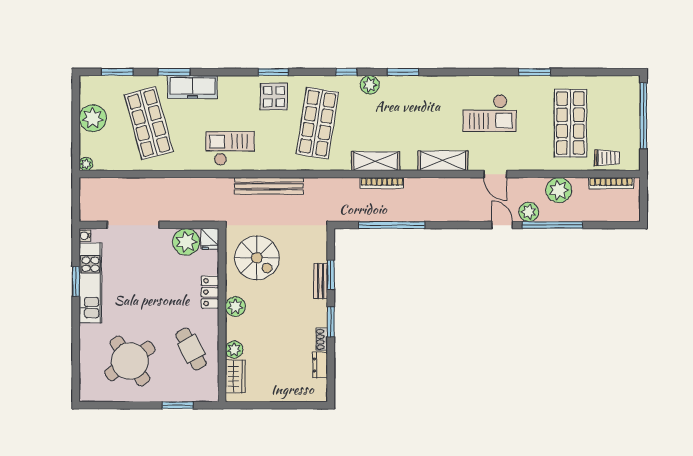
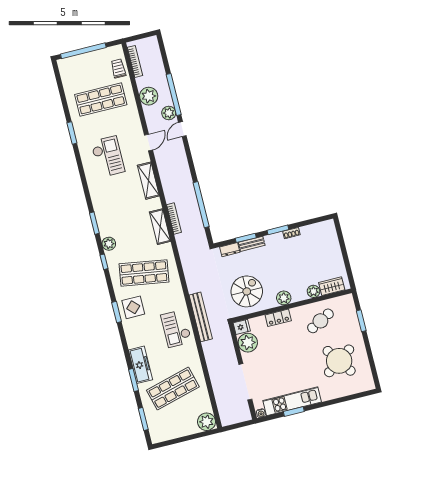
plant: (93, 118) -> (179, 428), removed
plant: (86, 164) -> (207, 422), width x1.88, depth x1.88
bench: (269, 186) -> (201, 317), moved
dresser: (320, 365) -> (230, 250), moved

